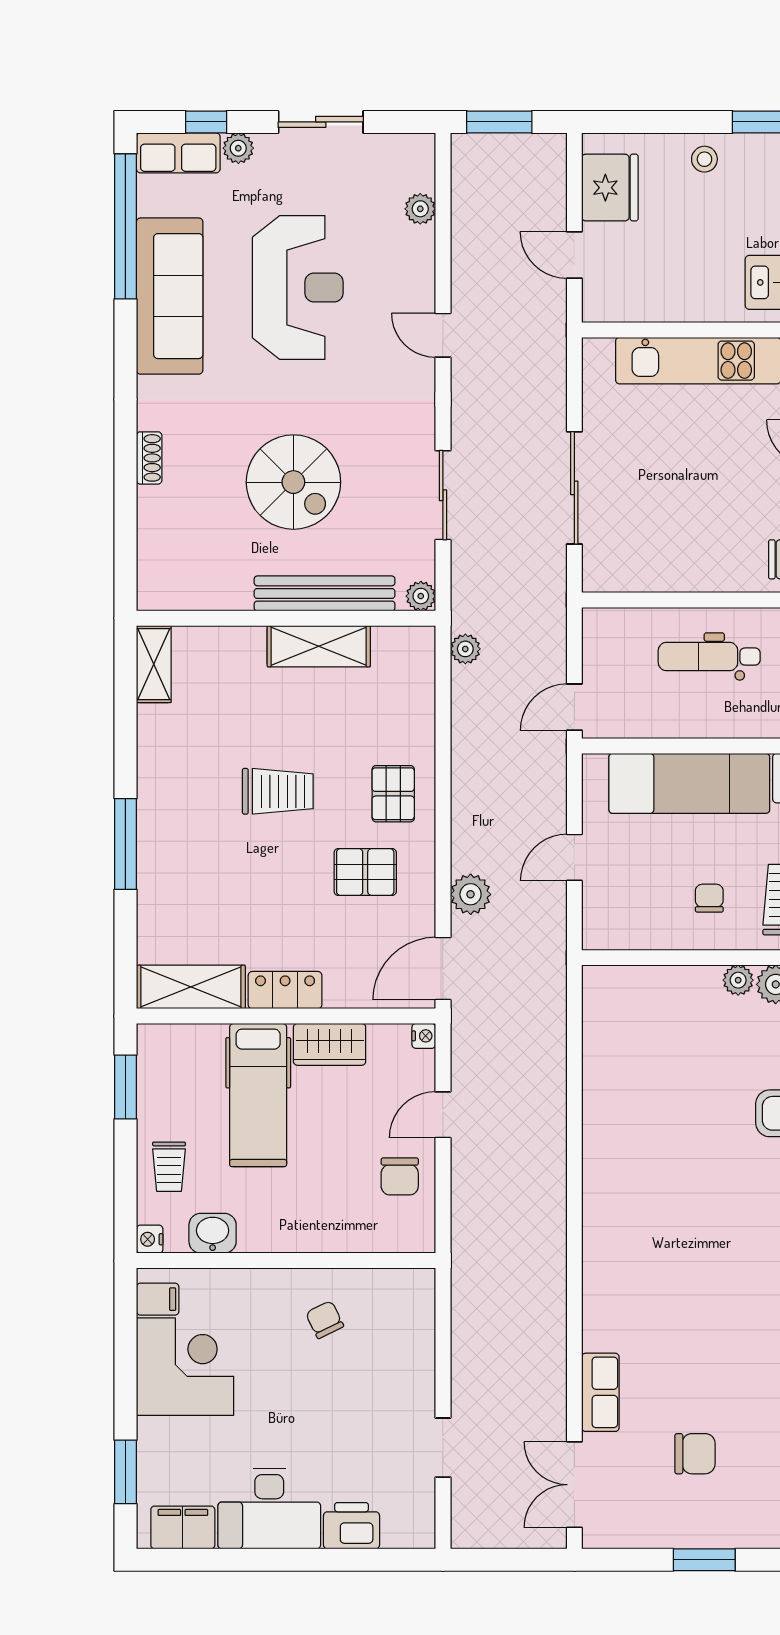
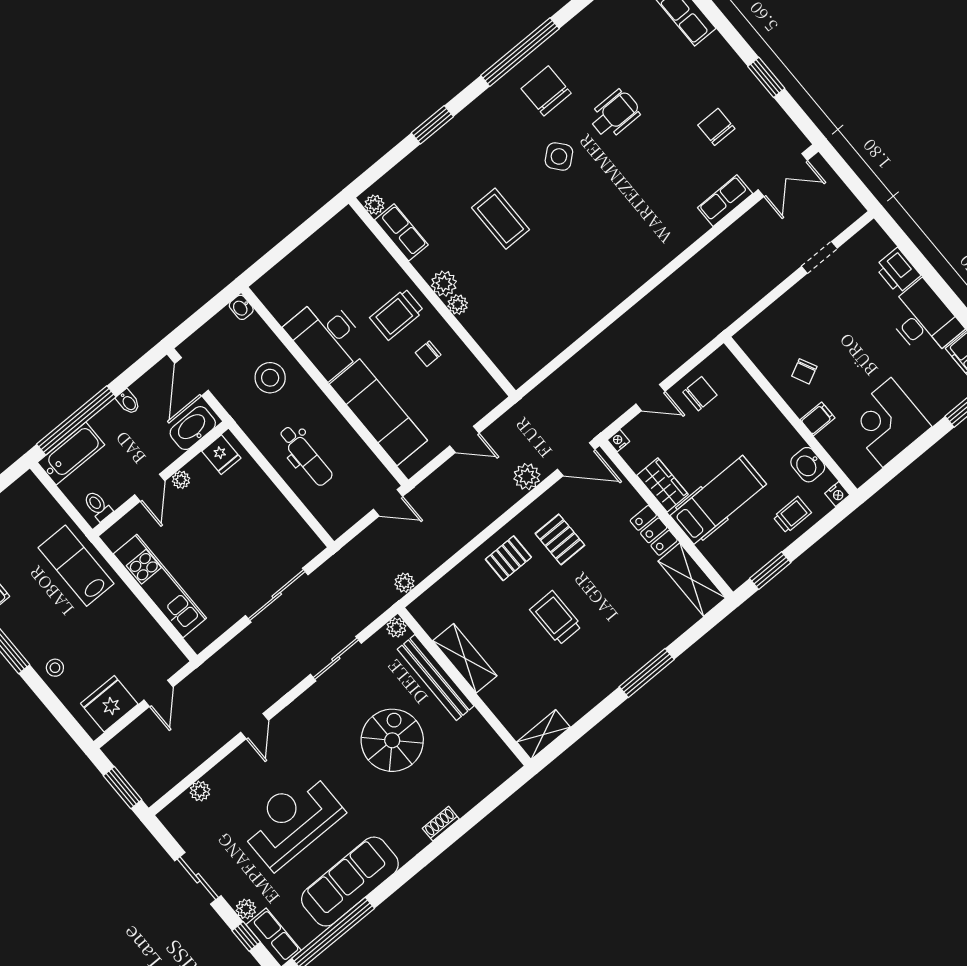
filing cabinet: (158, 1299) -> (818, 419), moved, turned 90

